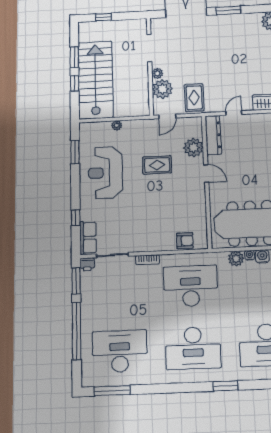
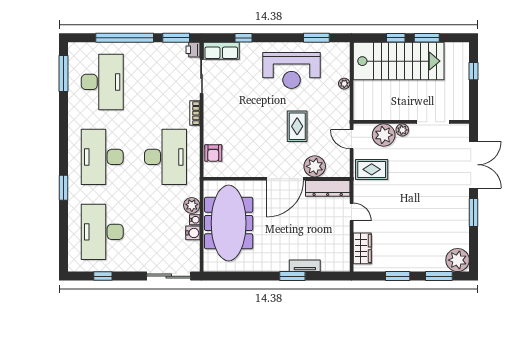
reception desk: (106, 173) -> (292, 71), turned 180
door: (206, 174) -> (285, 179), width x1.87

